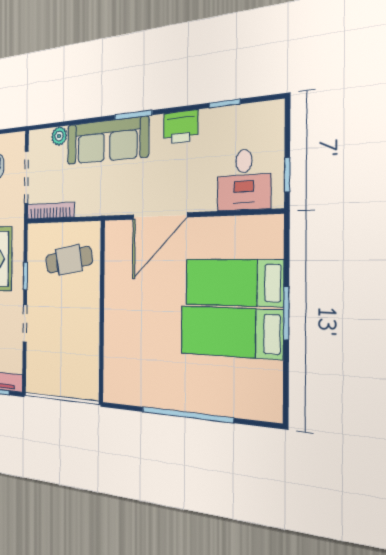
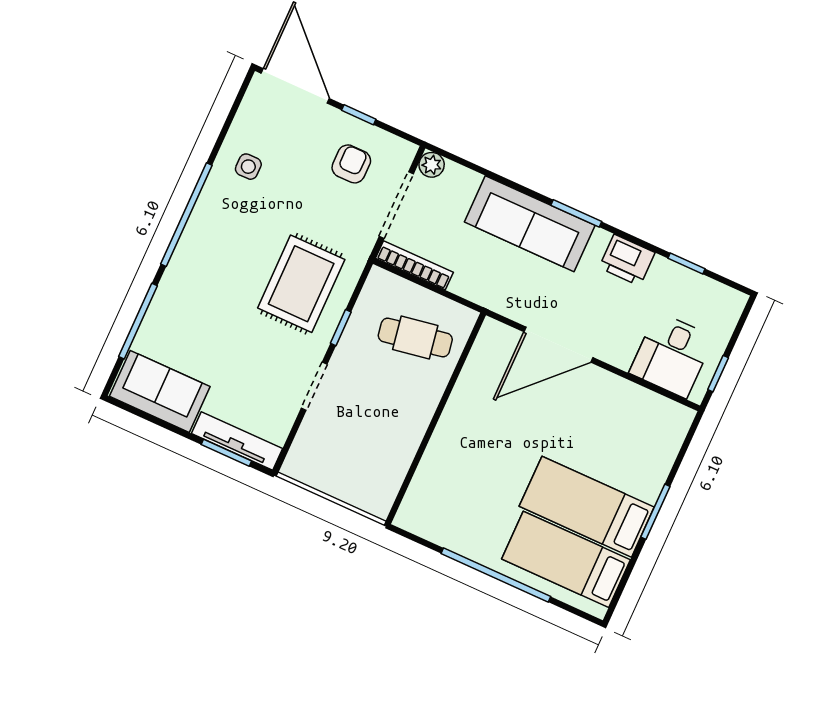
plant: (59, 136) -> (432, 165), moved
bed: (233, 283) -> (566, 559), moved

